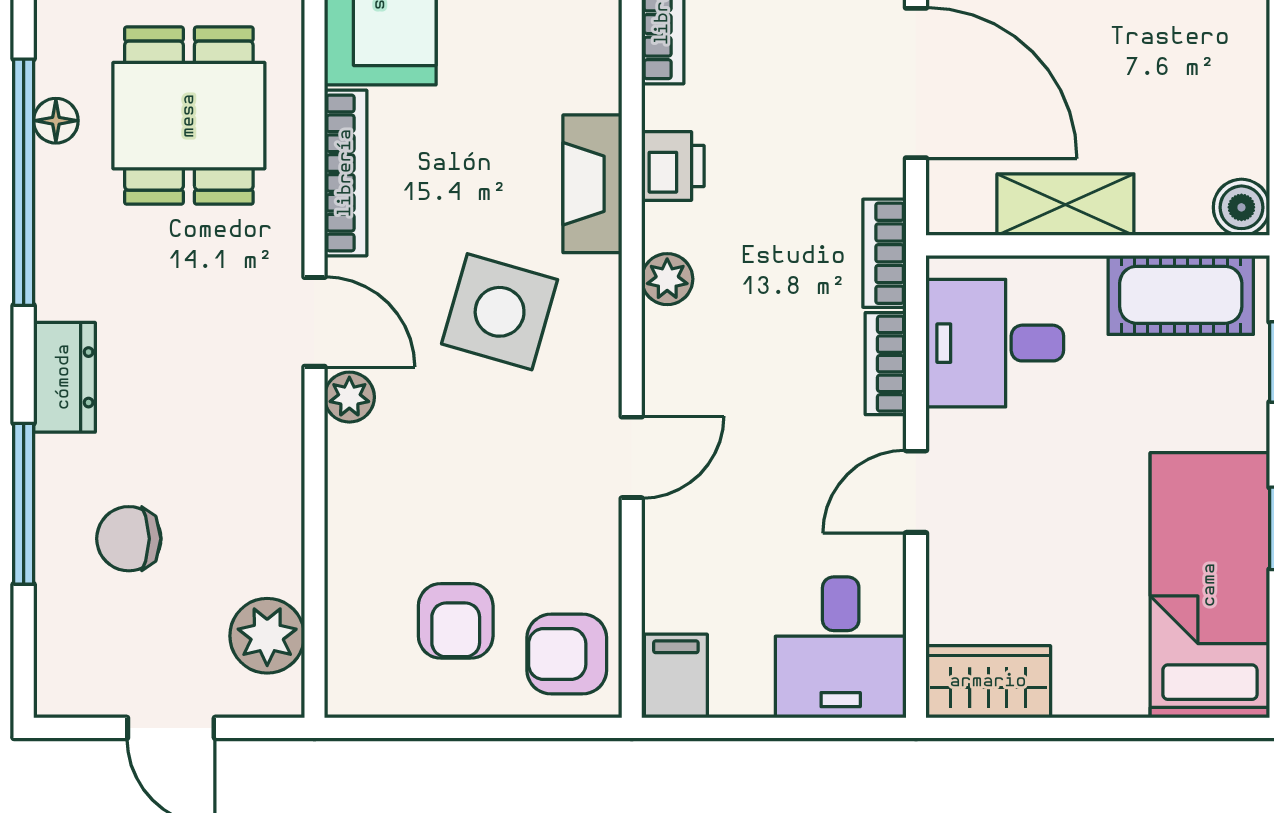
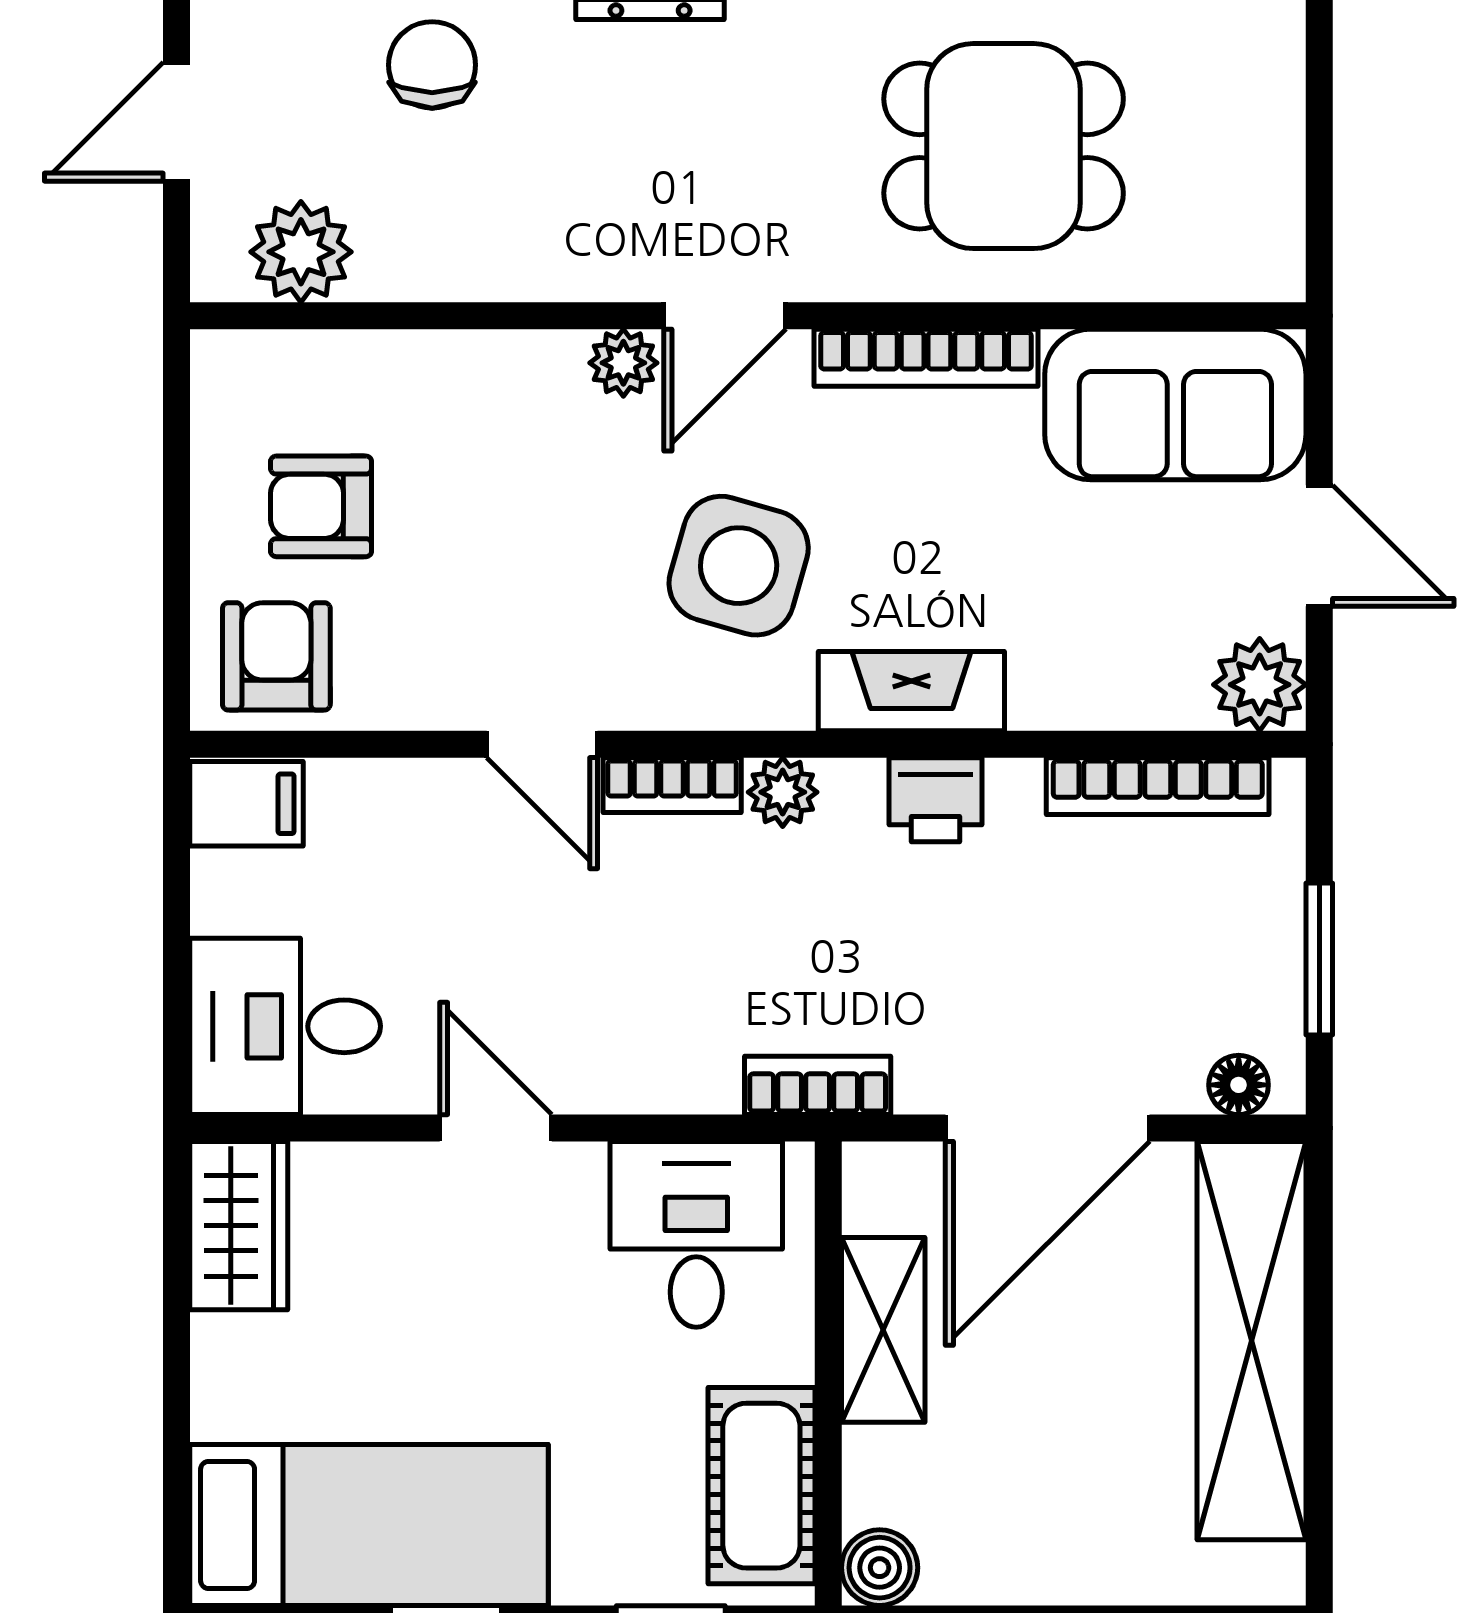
bookcase: (886, 364) -> (672, 785), moved, turned 180

